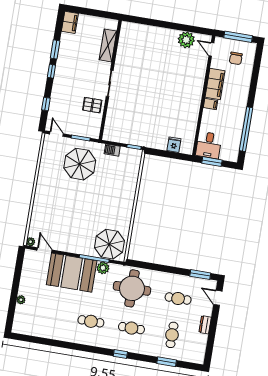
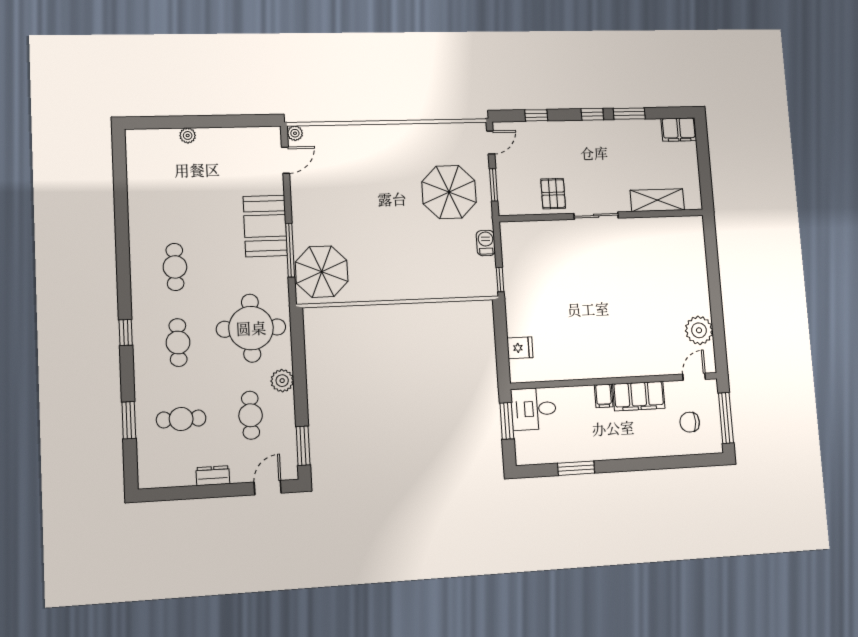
window: (246, 129) -> (576, 468), width x0.47
plant: (103, 268) -> (282, 381), moved
booth: (72, 273) -> (265, 226), width x0.73, depth x0.70

